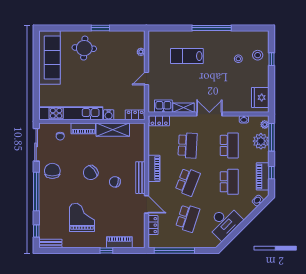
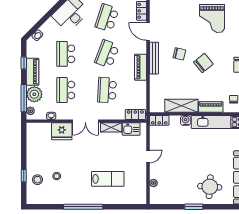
fridge: (260, 97) -> (62, 131), moved, turned 90
piano: (263, 176) -> (33, 72), moved

